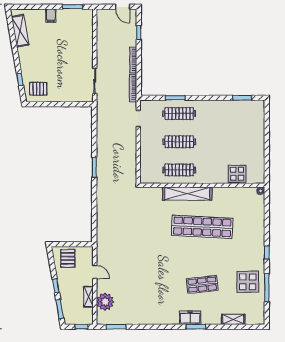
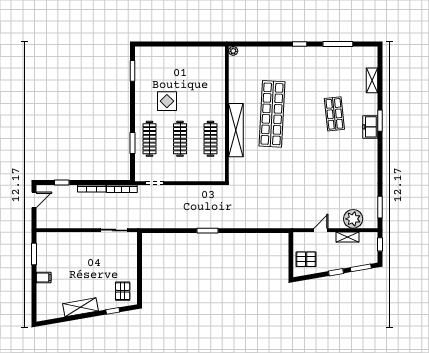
shelving: (20, 31) -> (81, 307), moved
display table: (237, 174) -> (167, 101), moved
display table: (248, 282) -> (331, 65), removed

